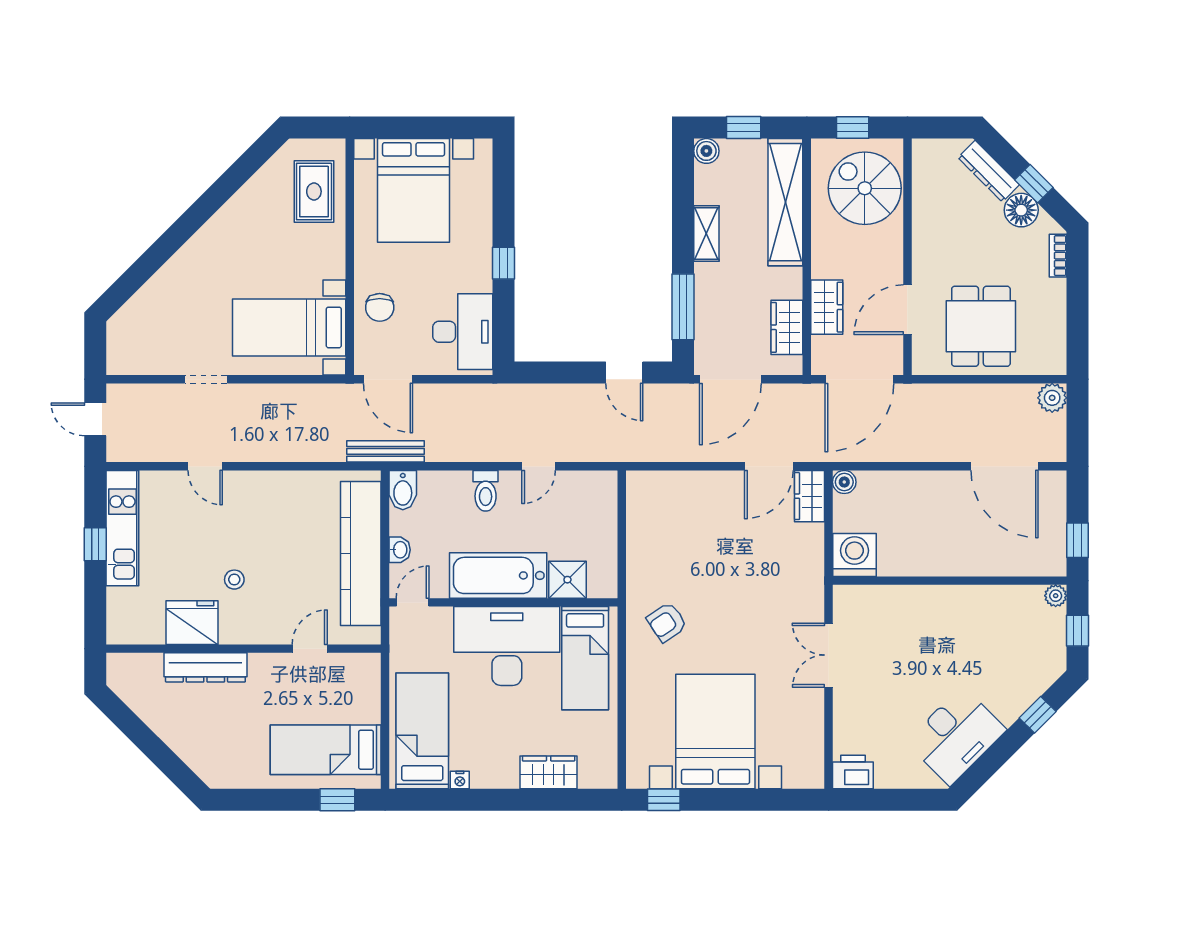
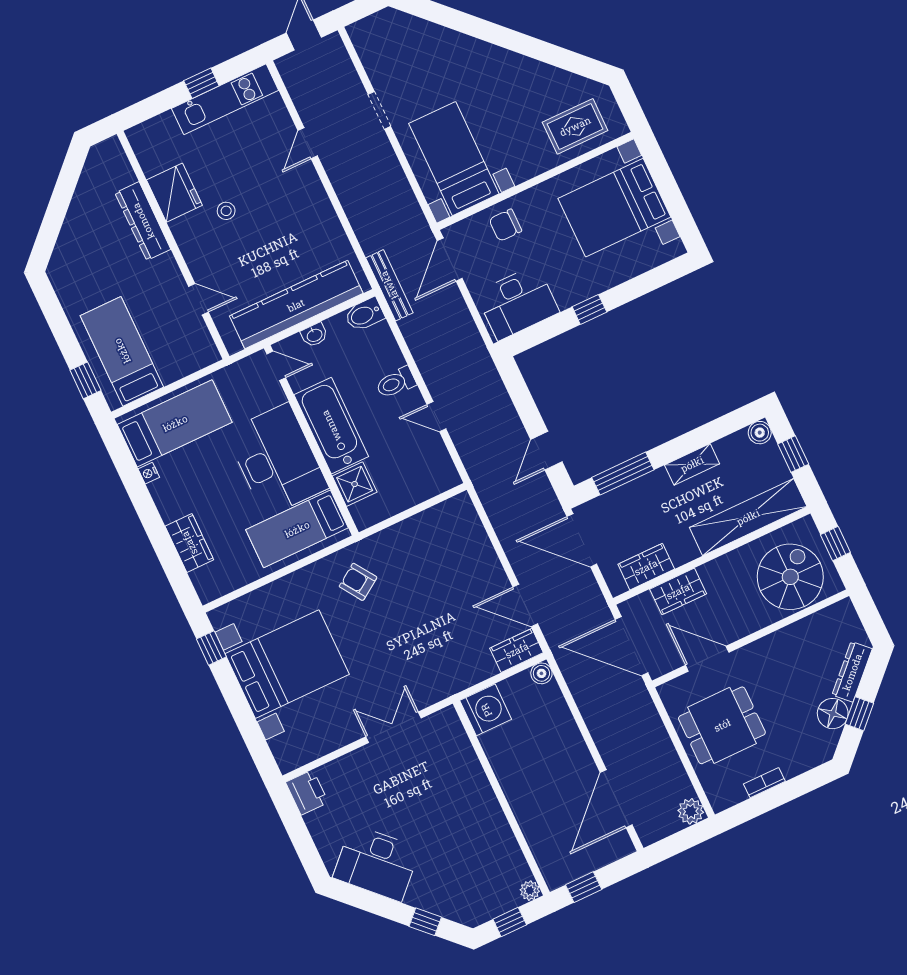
bookcase: (1058, 256) -> (764, 783), moved

